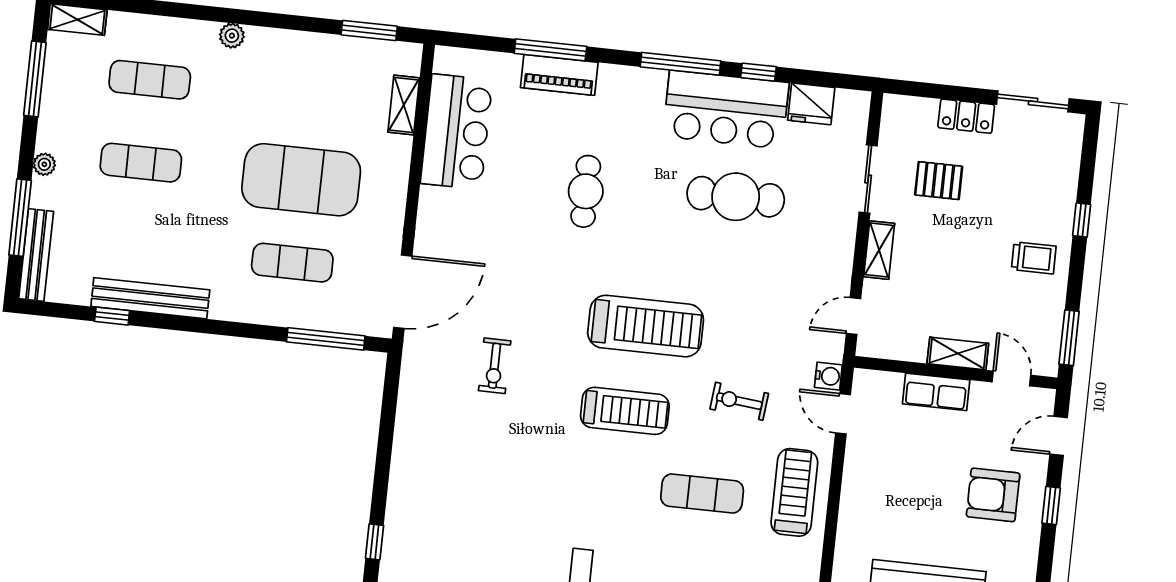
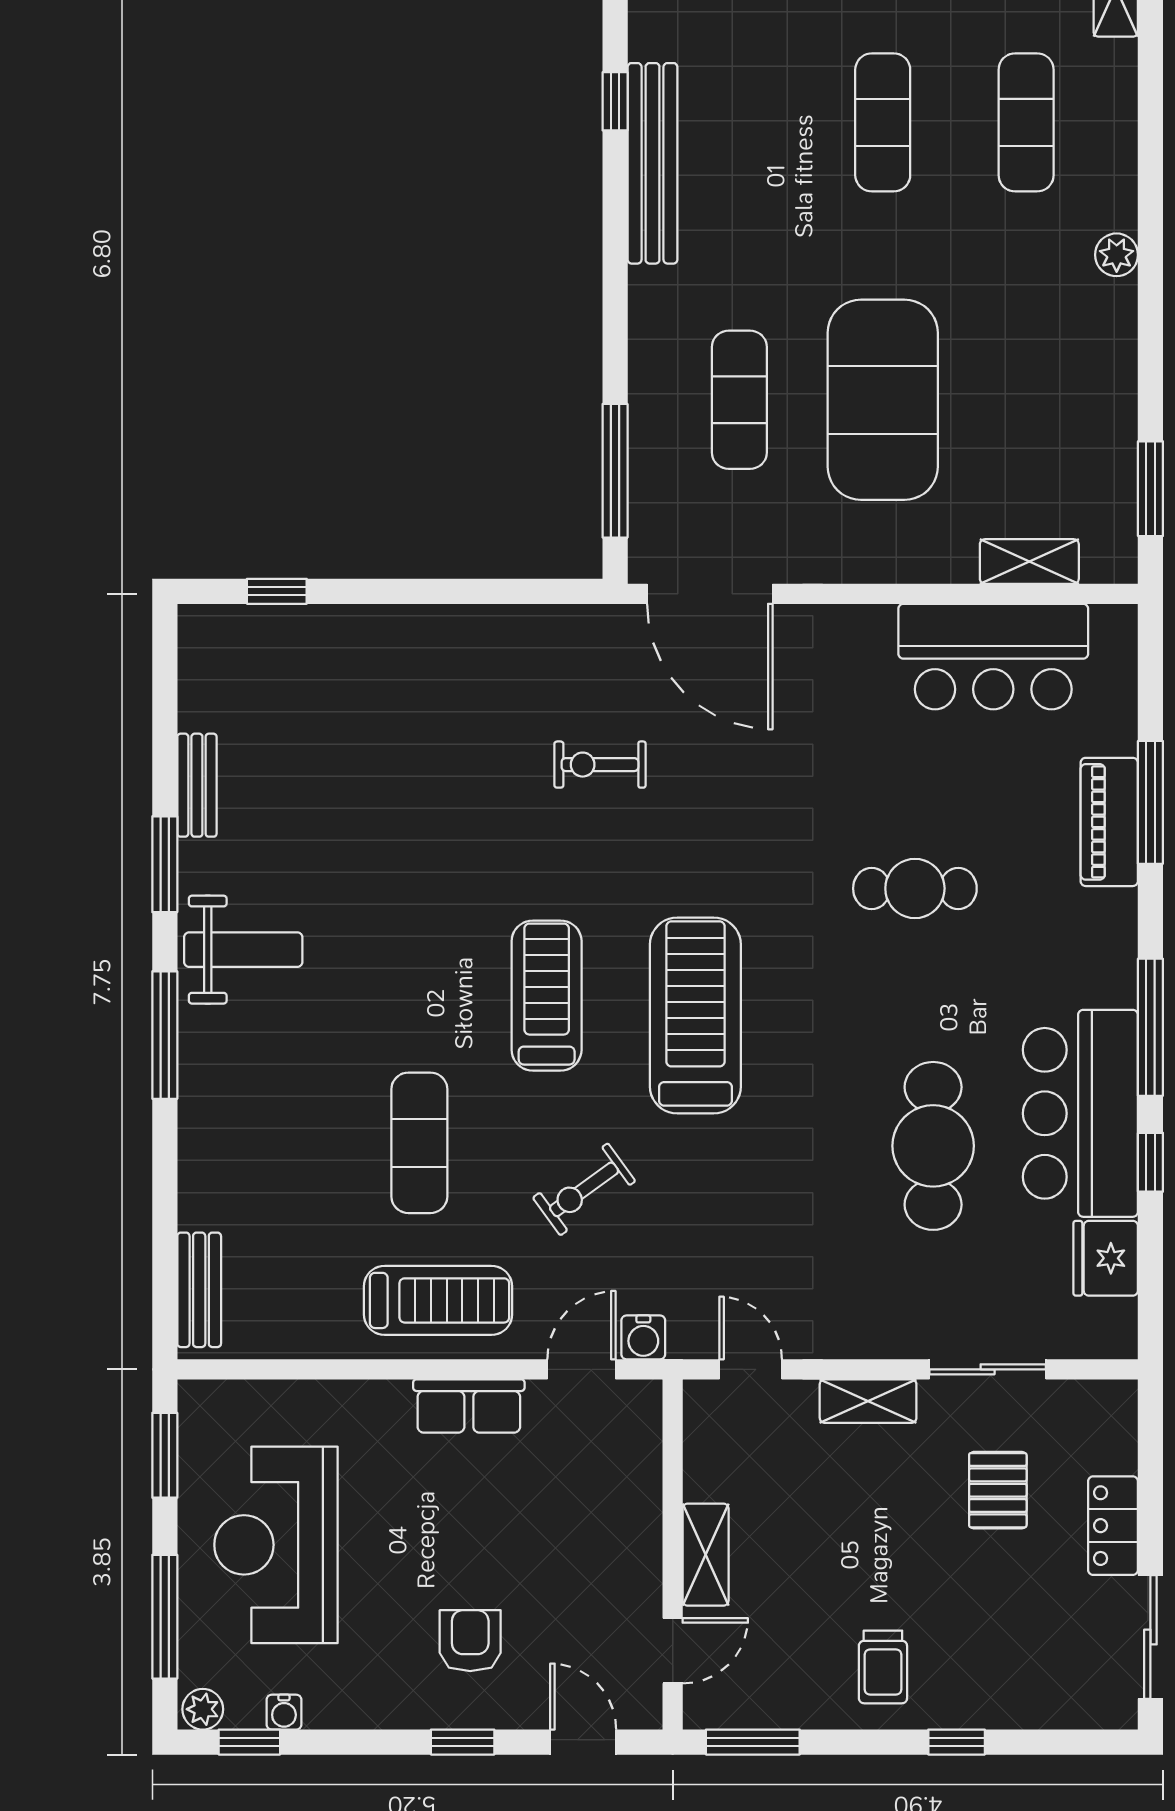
treadmill: (646, 326) -> (695, 1015), turned 180
row of seats: (936, 392) -> (469, 1406), moved, turned -90
exercise bike: (739, 401) -> (584, 1189), turned -132
treadmill: (625, 411) -> (547, 996), turned 180
armchair: (993, 495) -> (470, 1641), width x0.72, depth x0.72

